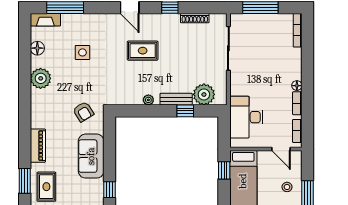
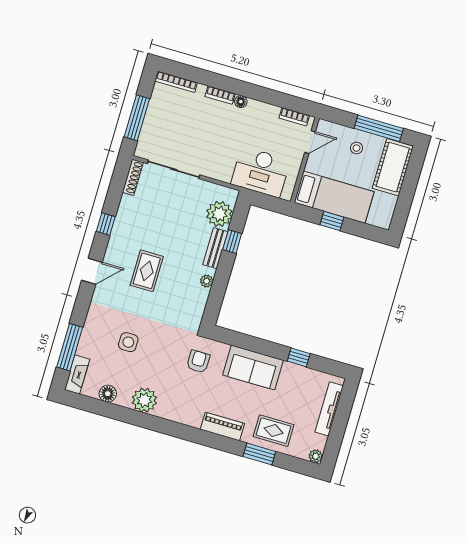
shoe rack: (195, 18) -> (133, 177), moved
bookcase: (297, 103) -> (220, 95), moved
armchair: (83, 112) -> (198, 361), turned -58
window: (224, 170) -> (332, 221), moved

